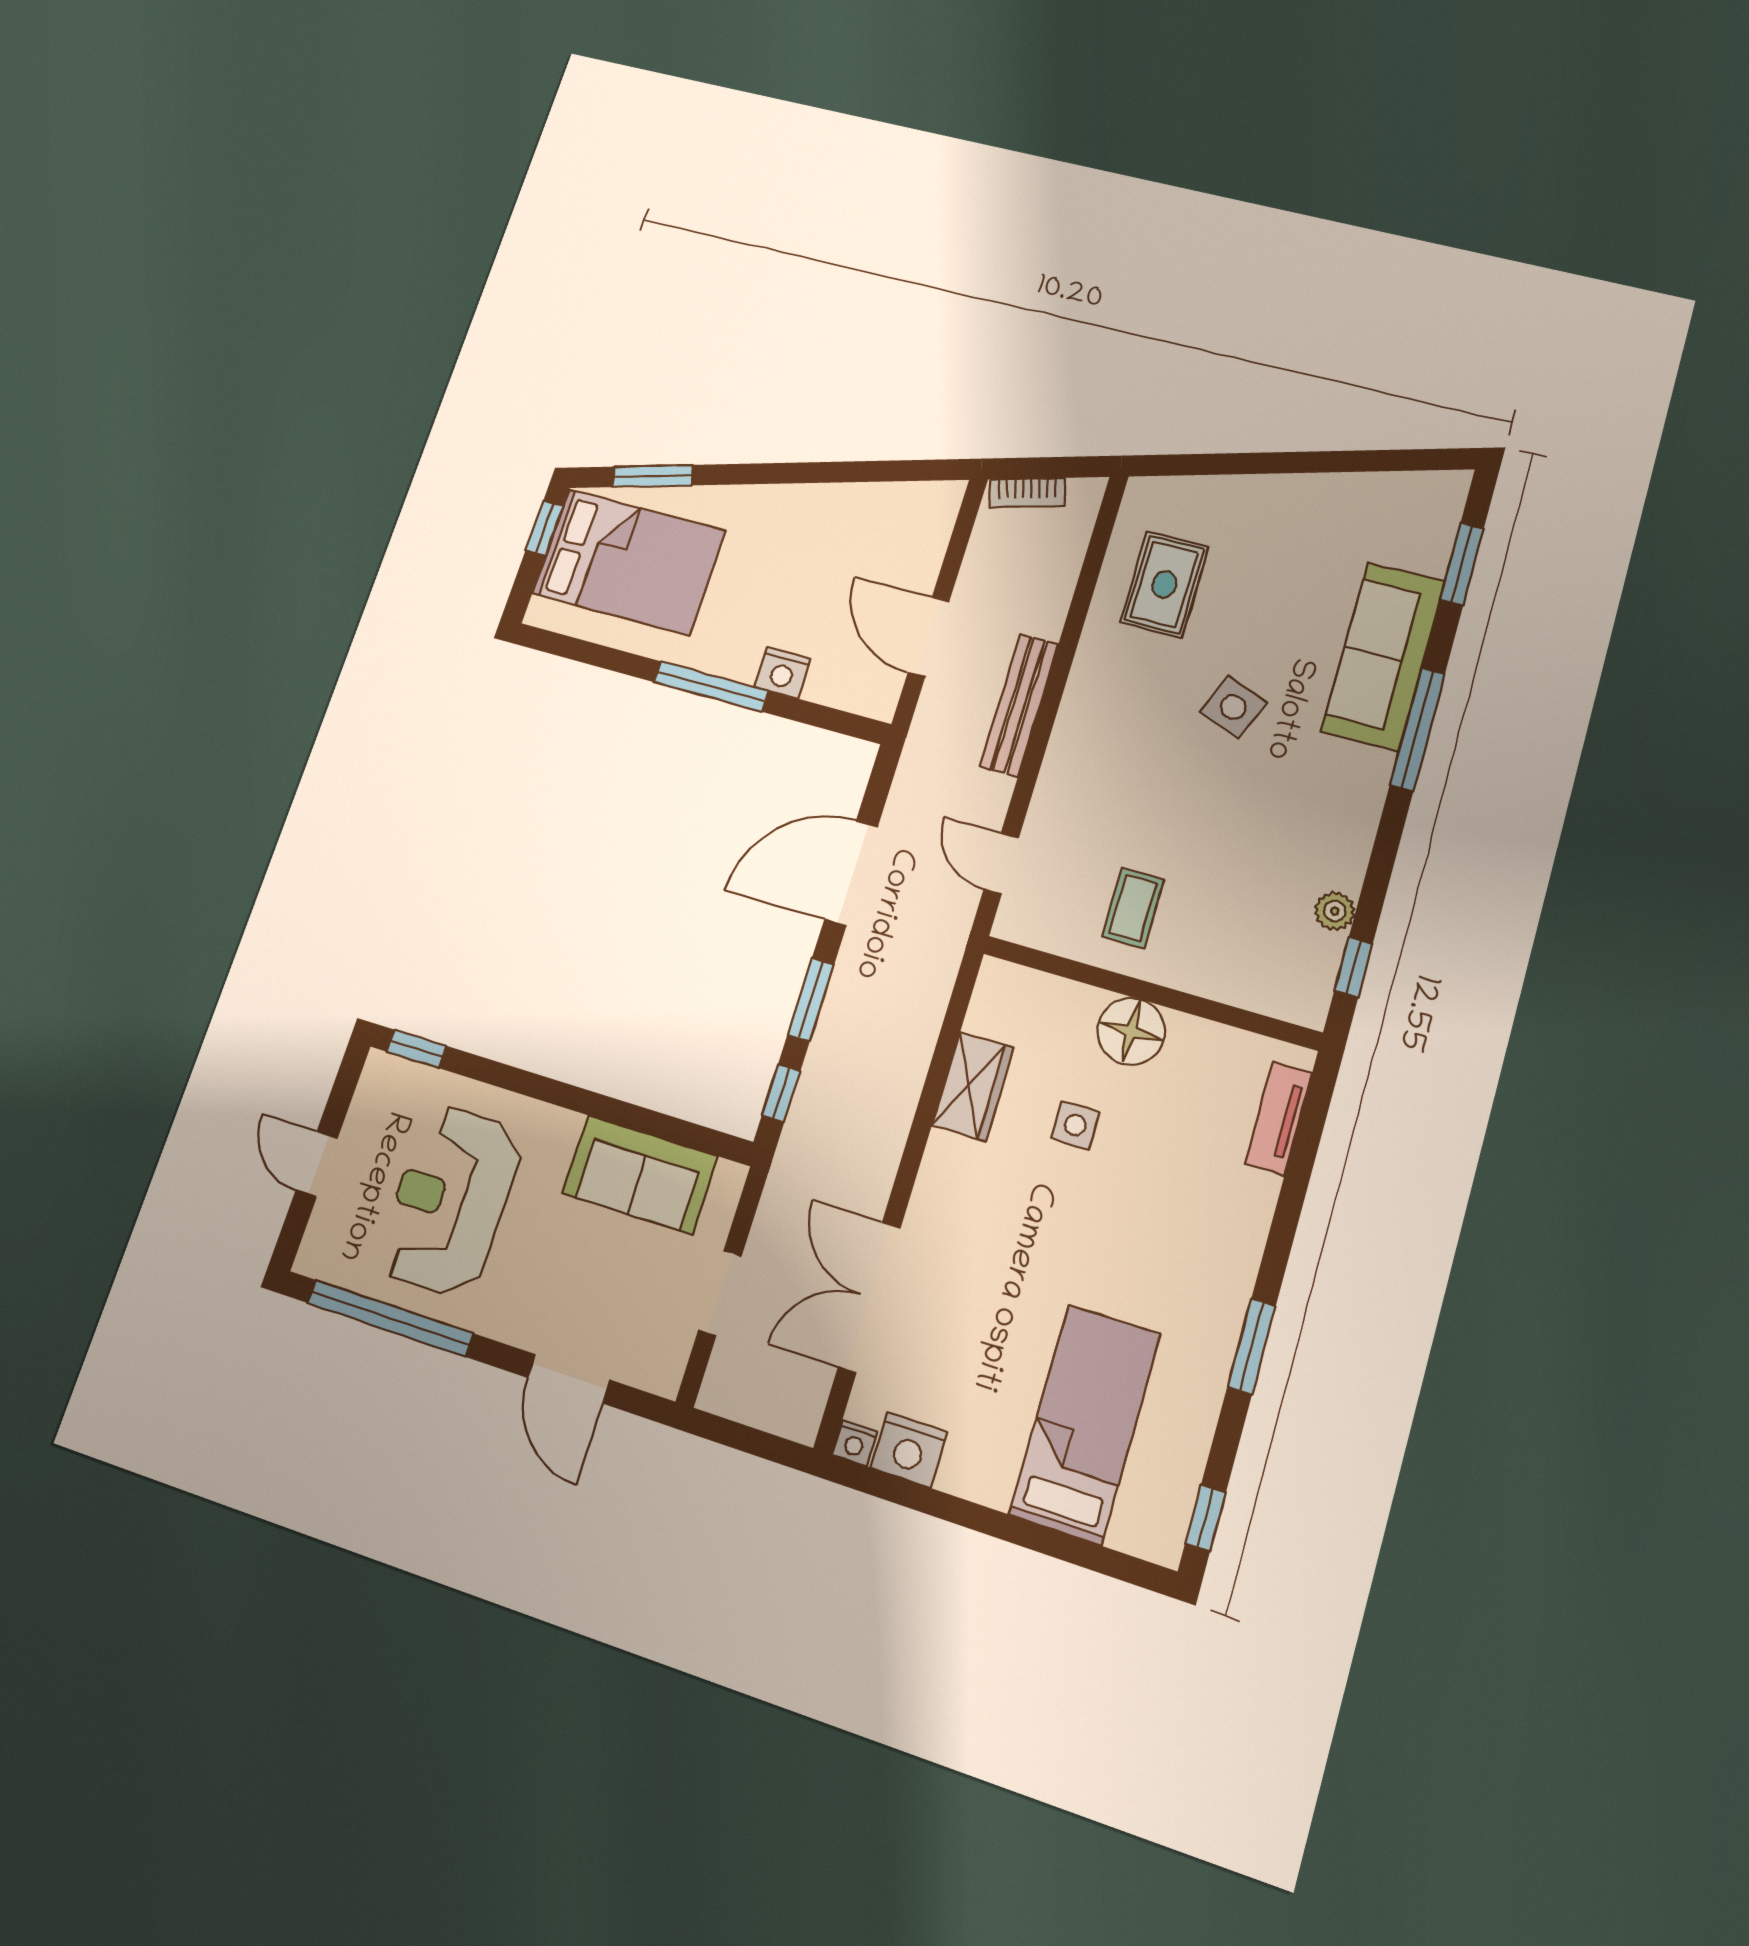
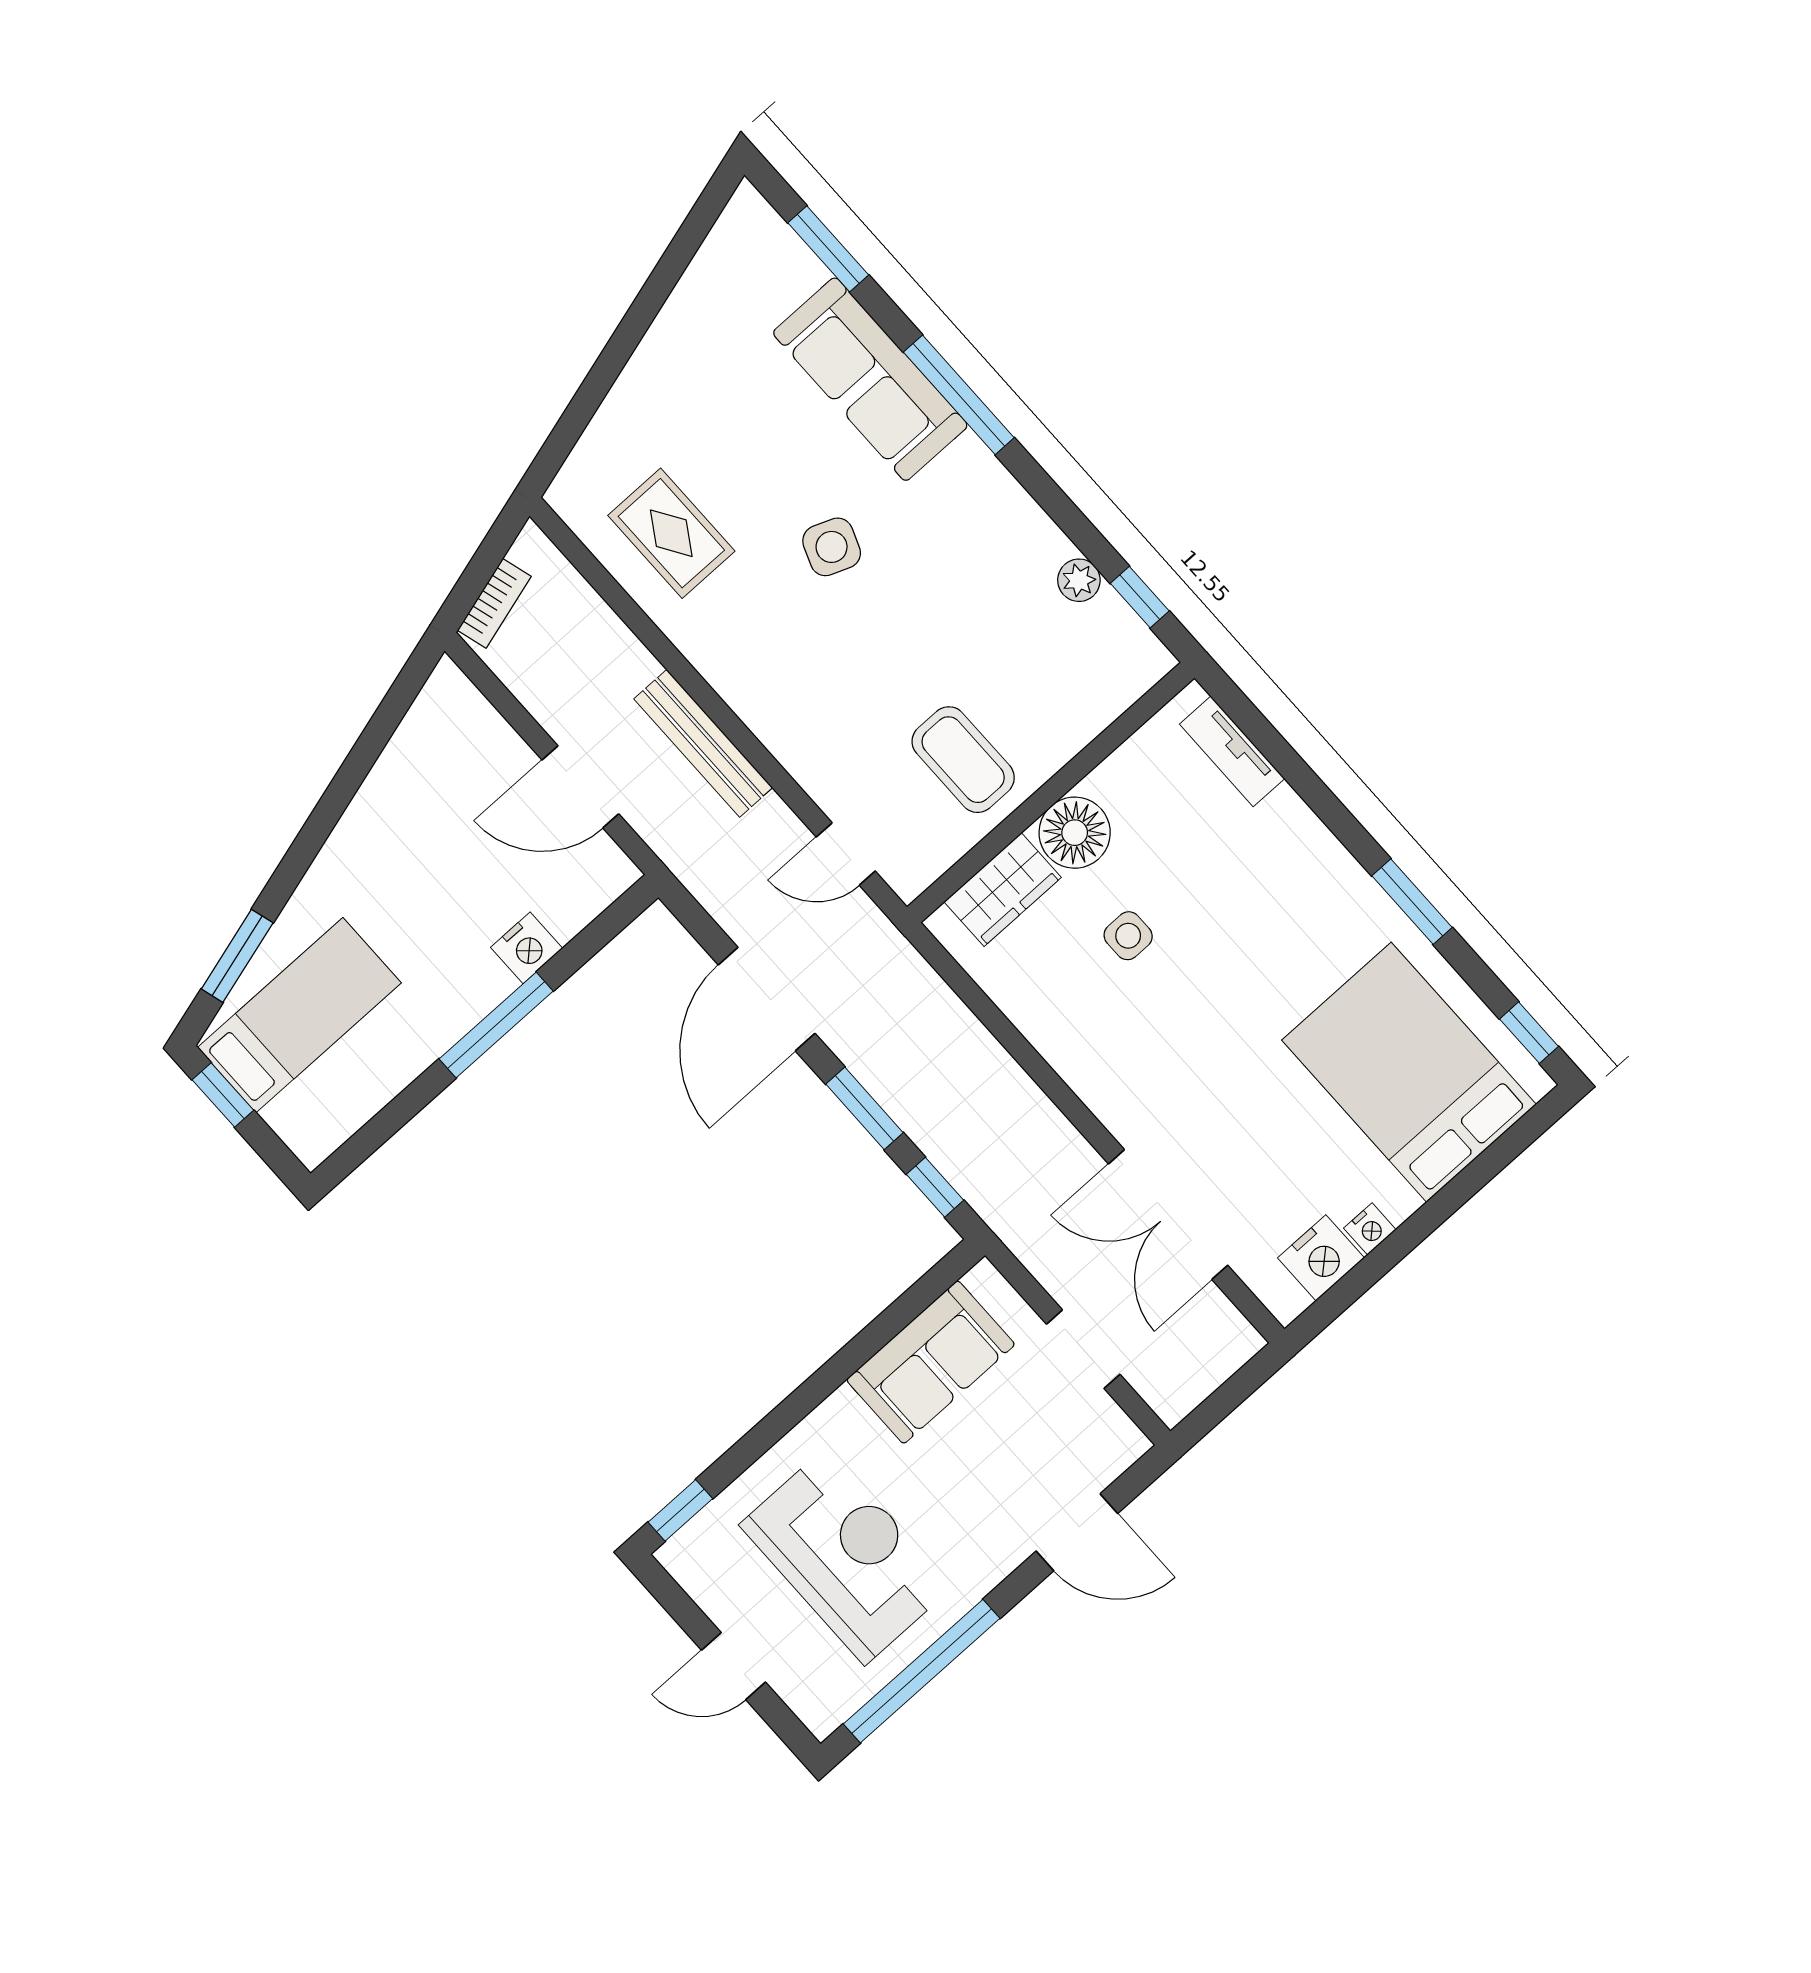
bed: (629, 562) -> (299, 1015), width x0.67
coffee table: (1133, 908) -> (963, 760), width x1.36, depth x1.30
wardrobe: (973, 1087) -> (1003, 890), moved, turned 90
reception desk: (450, 1201) -> (846, 1556), turned 180
bed: (1085, 1424) -> (1409, 1072), width x1.50
nightstand: (855, 1443) -> (1370, 1229), moved

